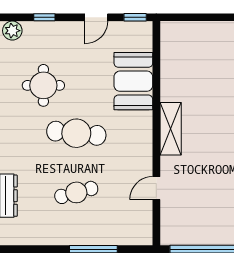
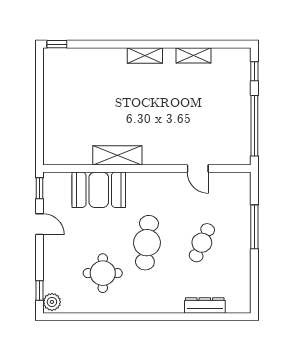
window: (44, 17) -> (40, 290), moved
shelving: (171, 129) -> (117, 155), moved
cafe table: (76, 192) -> (202, 243), turned 39

